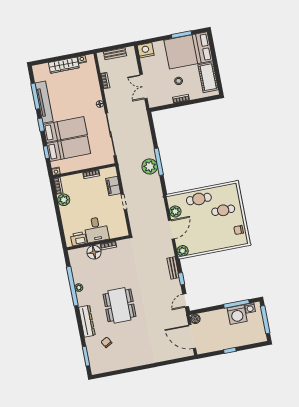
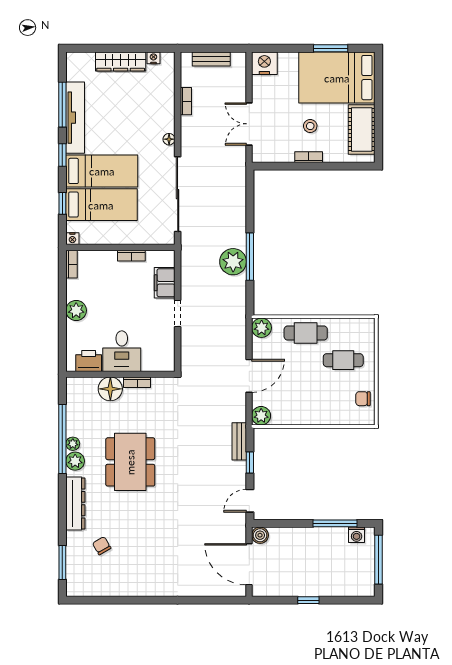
plant: (64, 200) -> (76, 310), moved
plant: (175, 211) -> (262, 328), moved
plant: (82, 297) -> (75, 461), added
dining table: (119, 305) -> (130, 462), moved
washing machine: (237, 315) -> (332, 542), removed

